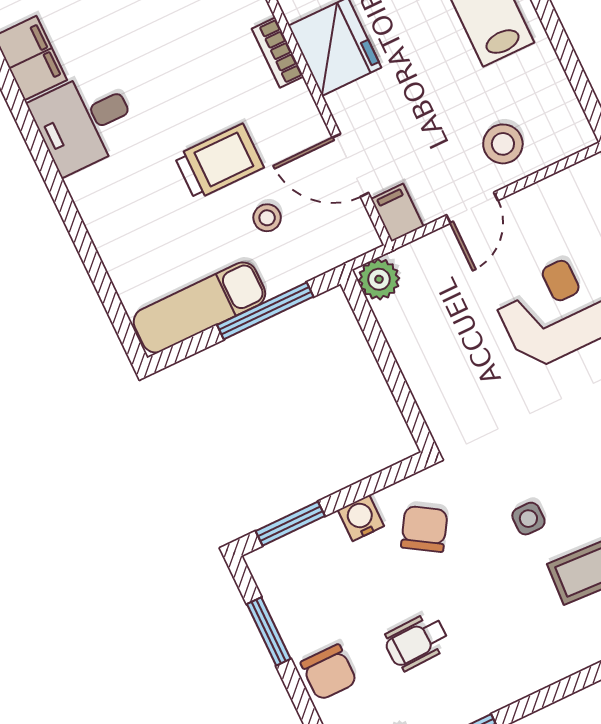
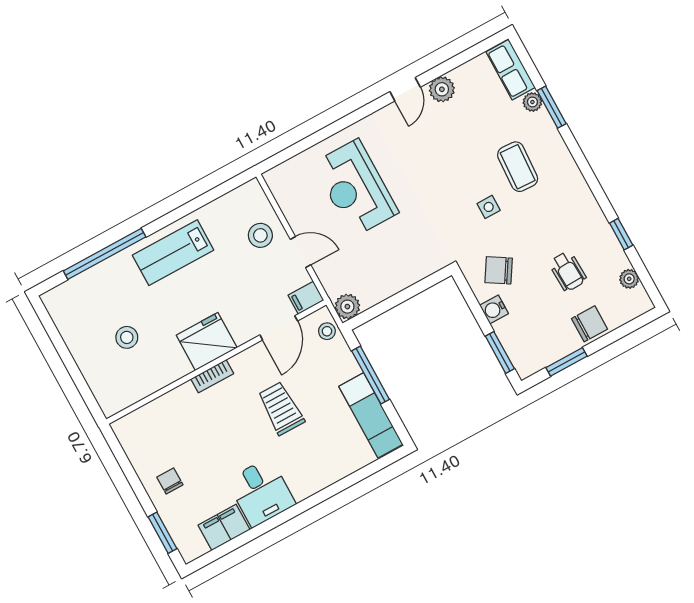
stool: (267, 218) -> (327, 331), moved

